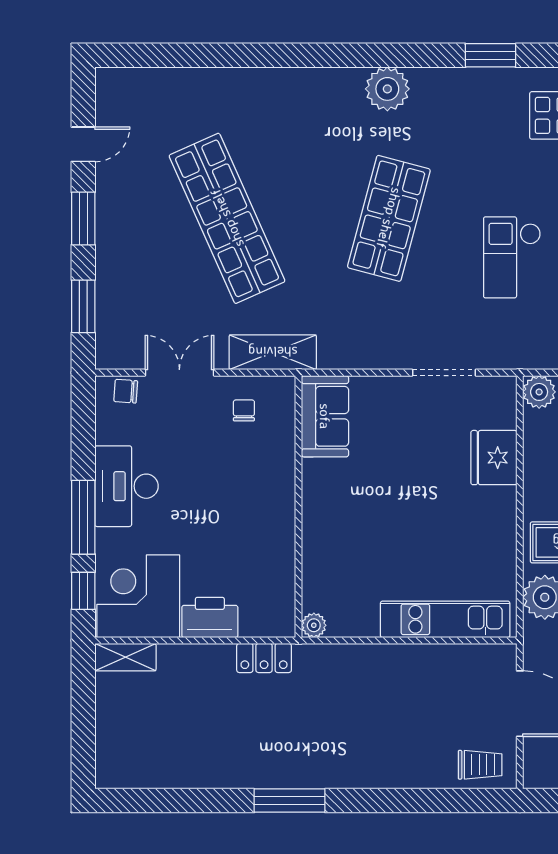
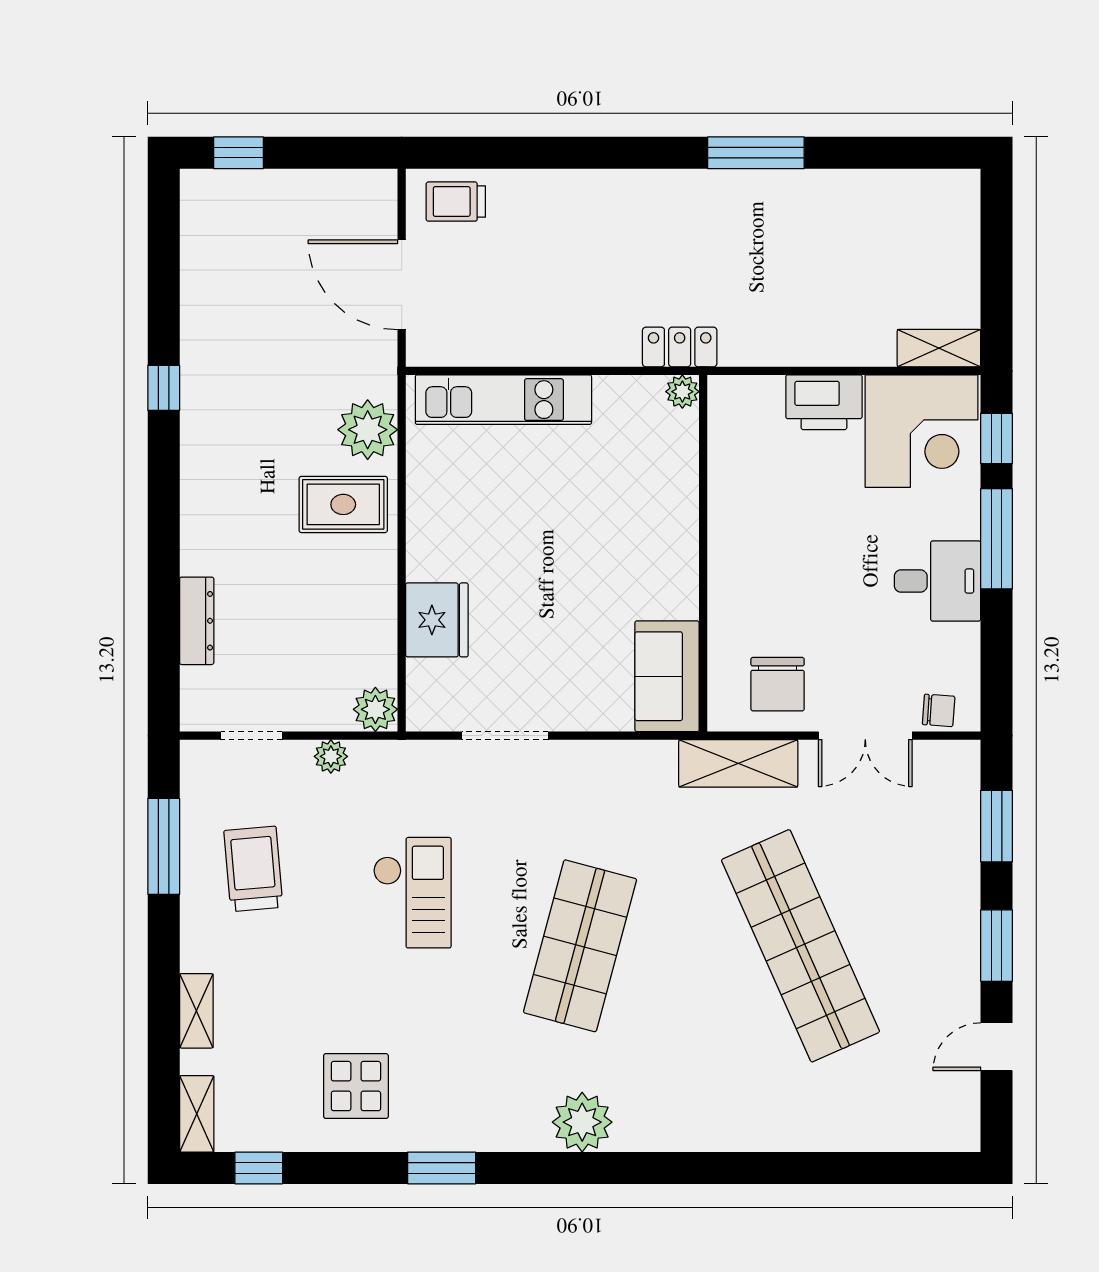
chair: (244, 410) -> (778, 684), width x1.87, depth x1.87
desk: (127, 486) -> (937, 581), width x0.73
locker: (264, 658) -> (680, 347), moved
window: (290, 801) -> (756, 153), moved

